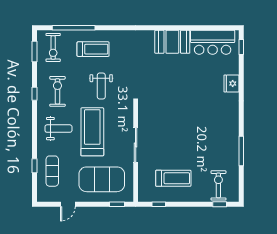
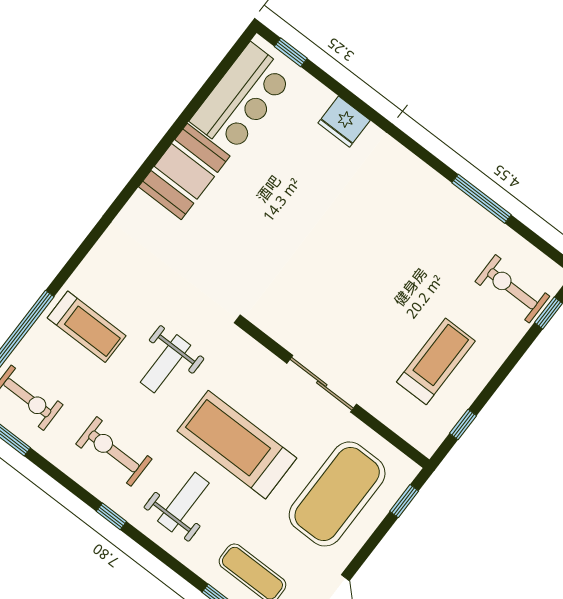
treadmill: (93, 49) -> (87, 327), turned 90
weight bench: (101, 86) -> (166, 364), turned 90
window: (35, 94) -> (111, 516), moved

